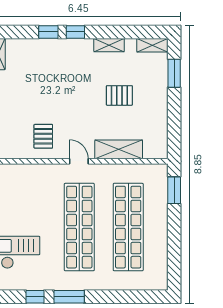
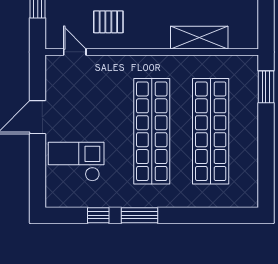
pallet: (43, 136) -> (108, 22), turned 90
door: (79, 161) -> (75, 52), moved

